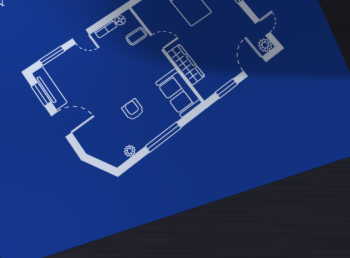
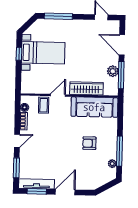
plant: (265, 45) -> (113, 71), moved
window: (226, 88) -> (121, 75), width x1.44
sofa: (179, 93) -> (94, 107), width x1.36
window: (163, 137) -> (119, 151), moved

